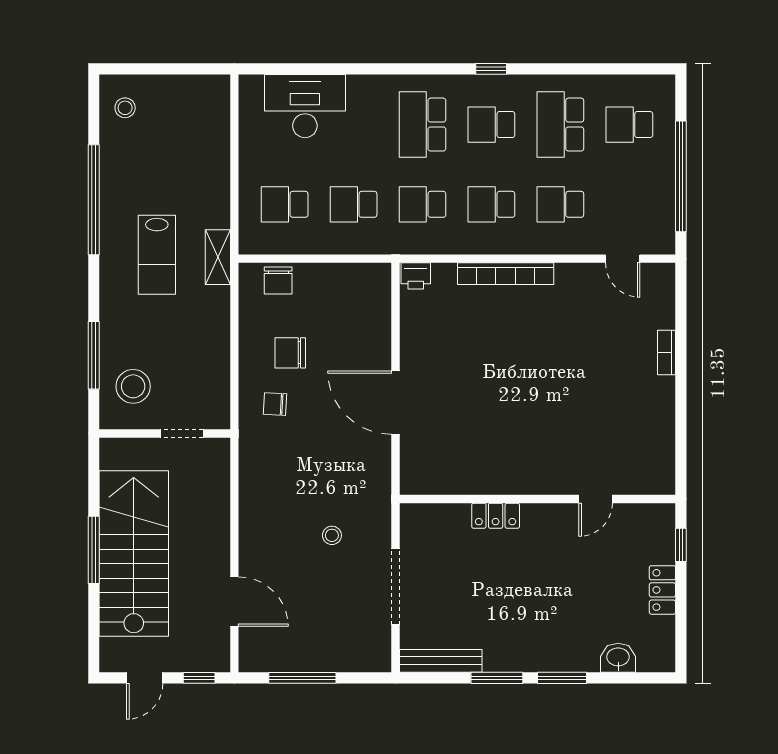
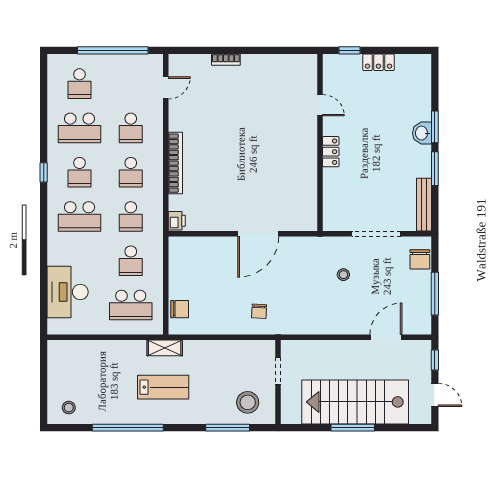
school desk: (285, 204) -> (131, 305), width x1.85
chair: (290, 353) -> (420, 259), moved
locker: (496, 516) -> (331, 152), moved
washbasin: (618, 658) -> (422, 133), moved

